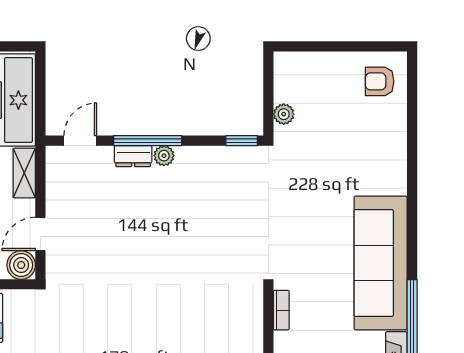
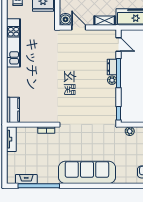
sofa: (381, 263) -> (87, 172), moved

